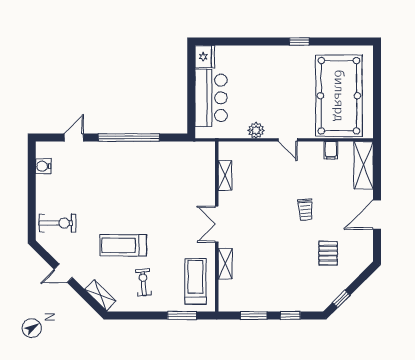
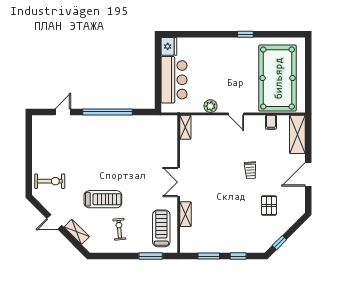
water cooler: (43, 166) -> (38, 135), removed
shelving: (225, 175) -> (185, 127), moved
treadmill: (123, 245) -> (103, 199), turned 180
shelving: (100, 295) -> (77, 232), moved

